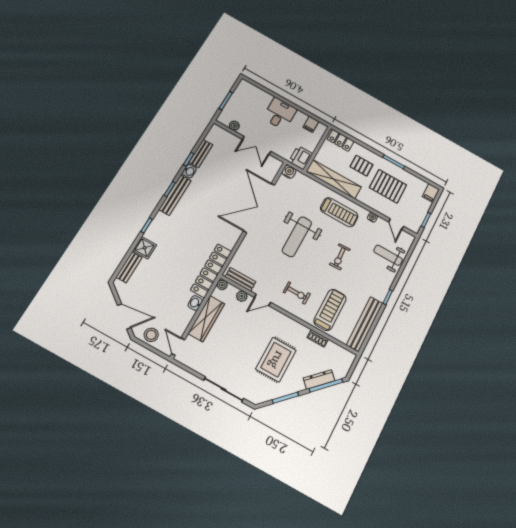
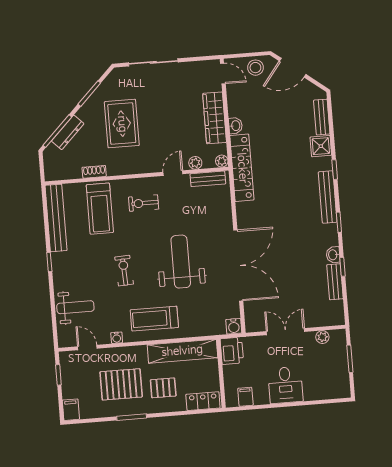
bench: (175, 195) -> (328, 197), moved

